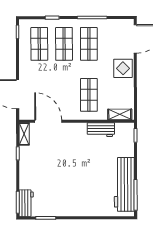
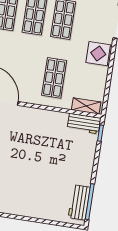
workbench: (101, 130) -> (84, 124), moved
workbench: (124, 184) -> (79, 202), width x0.53, depth x0.76

